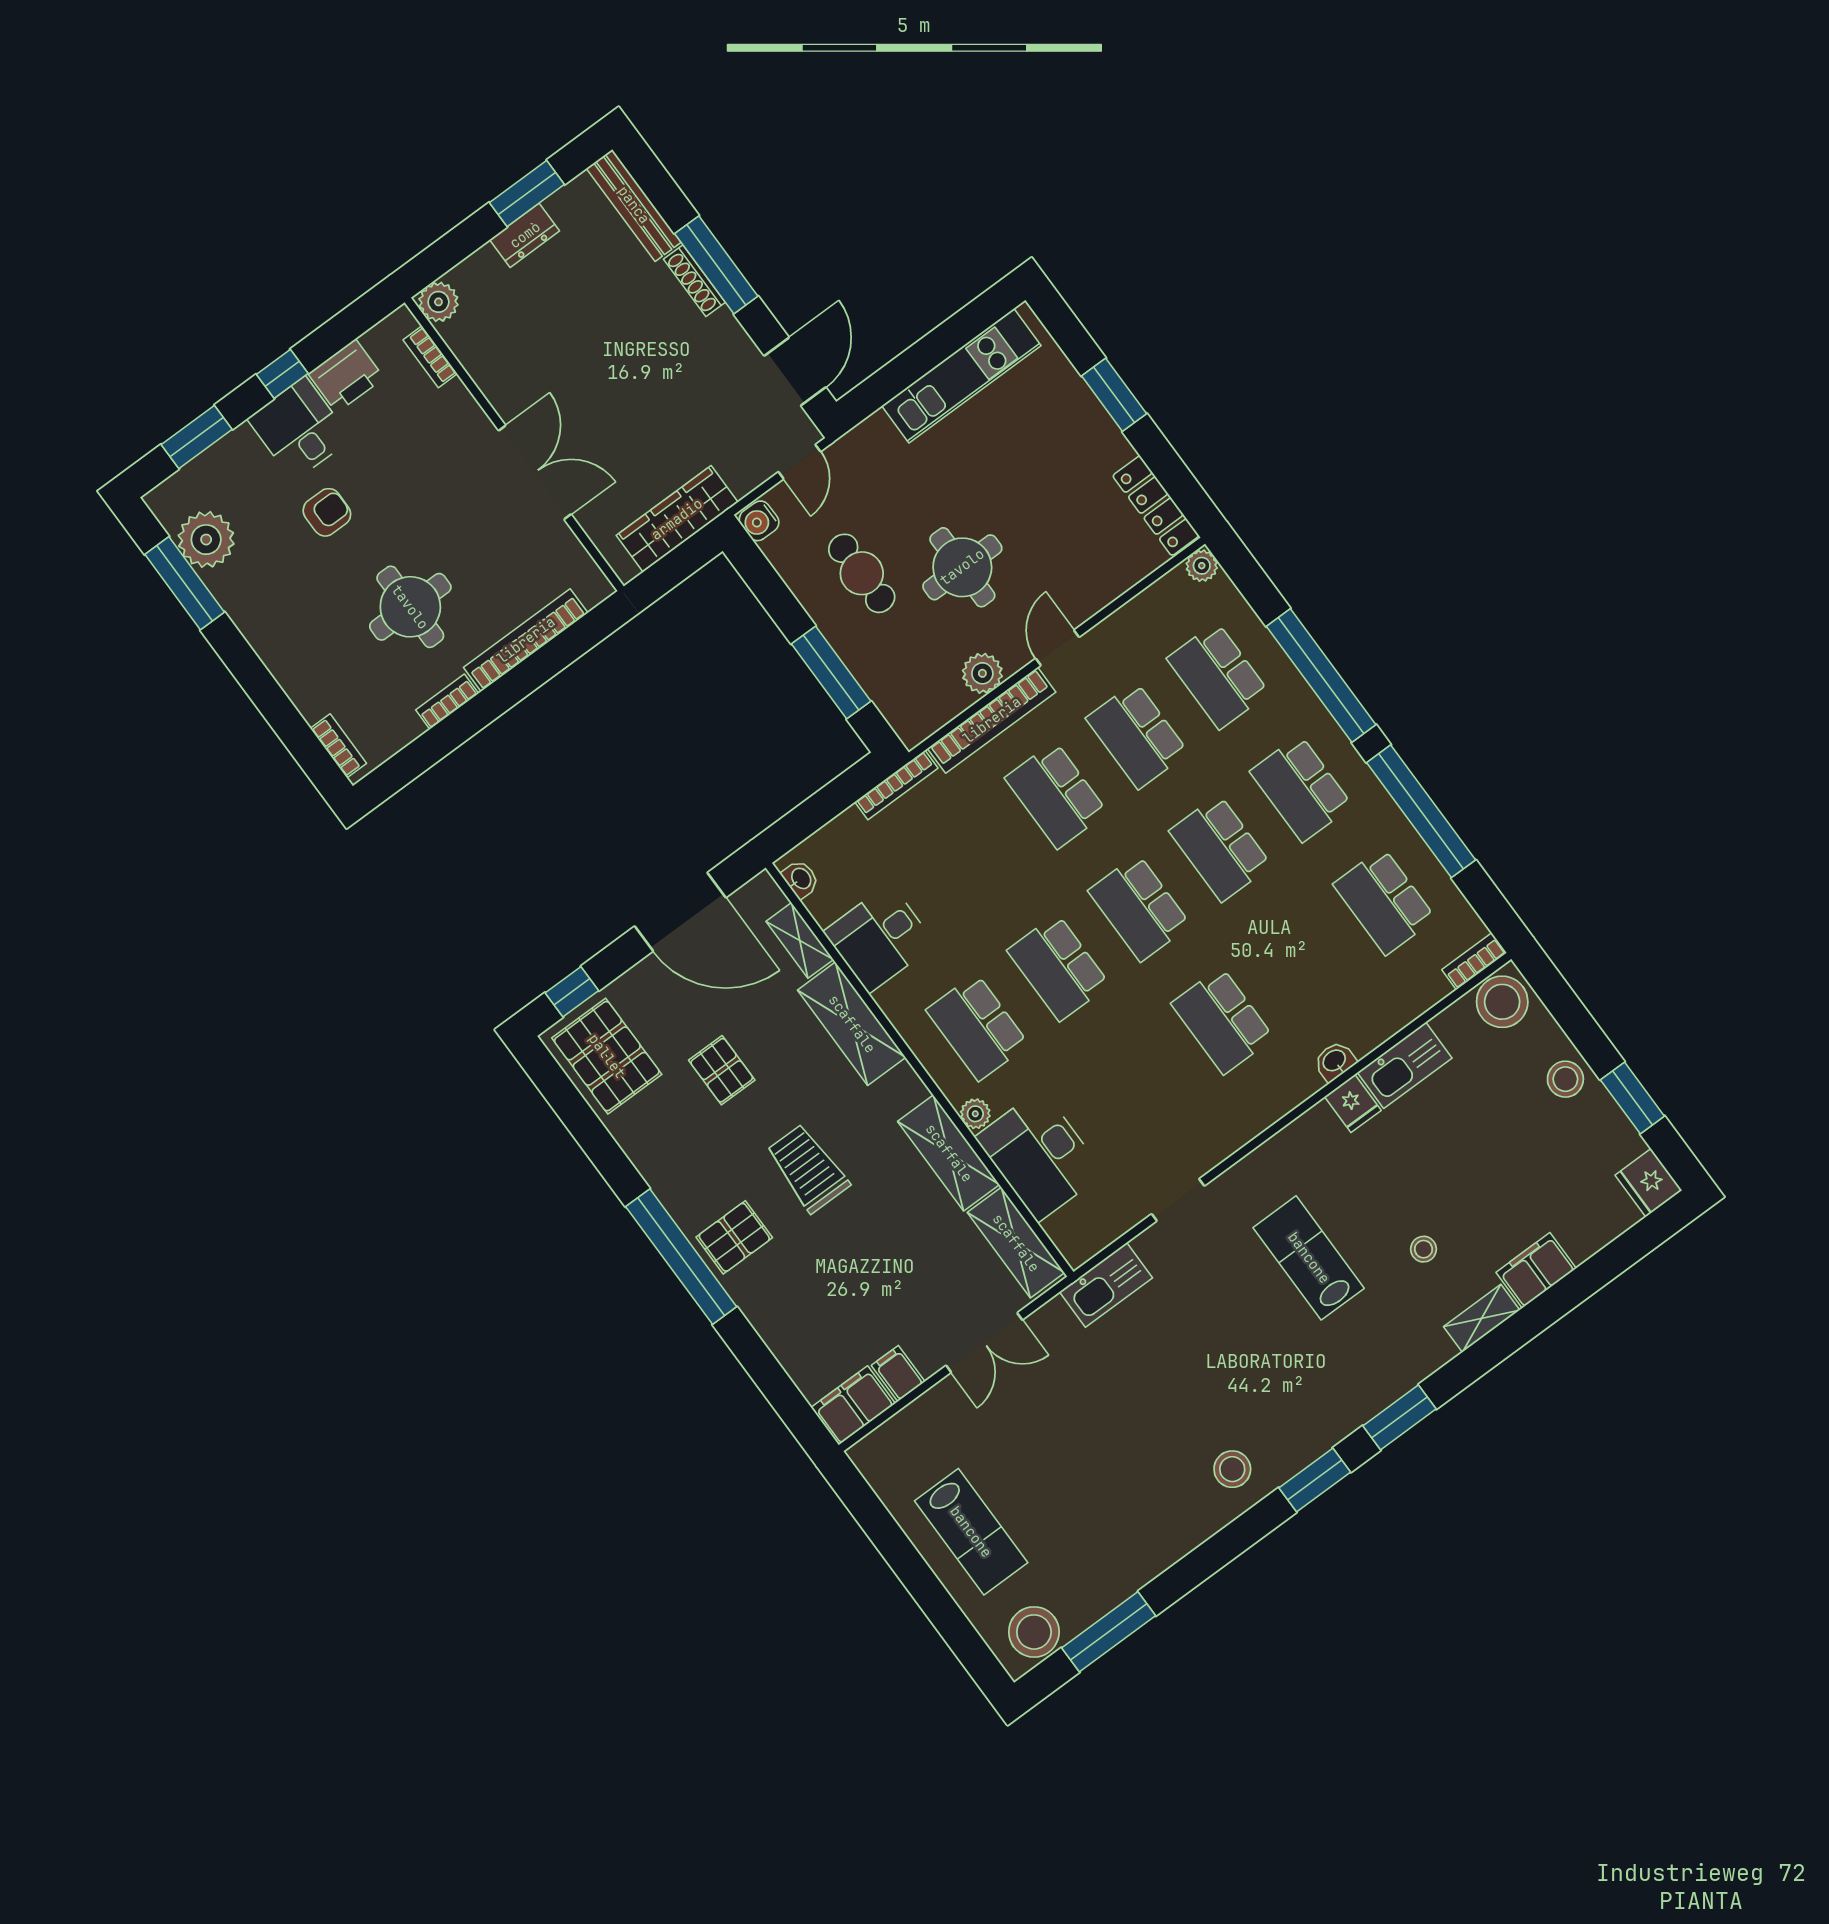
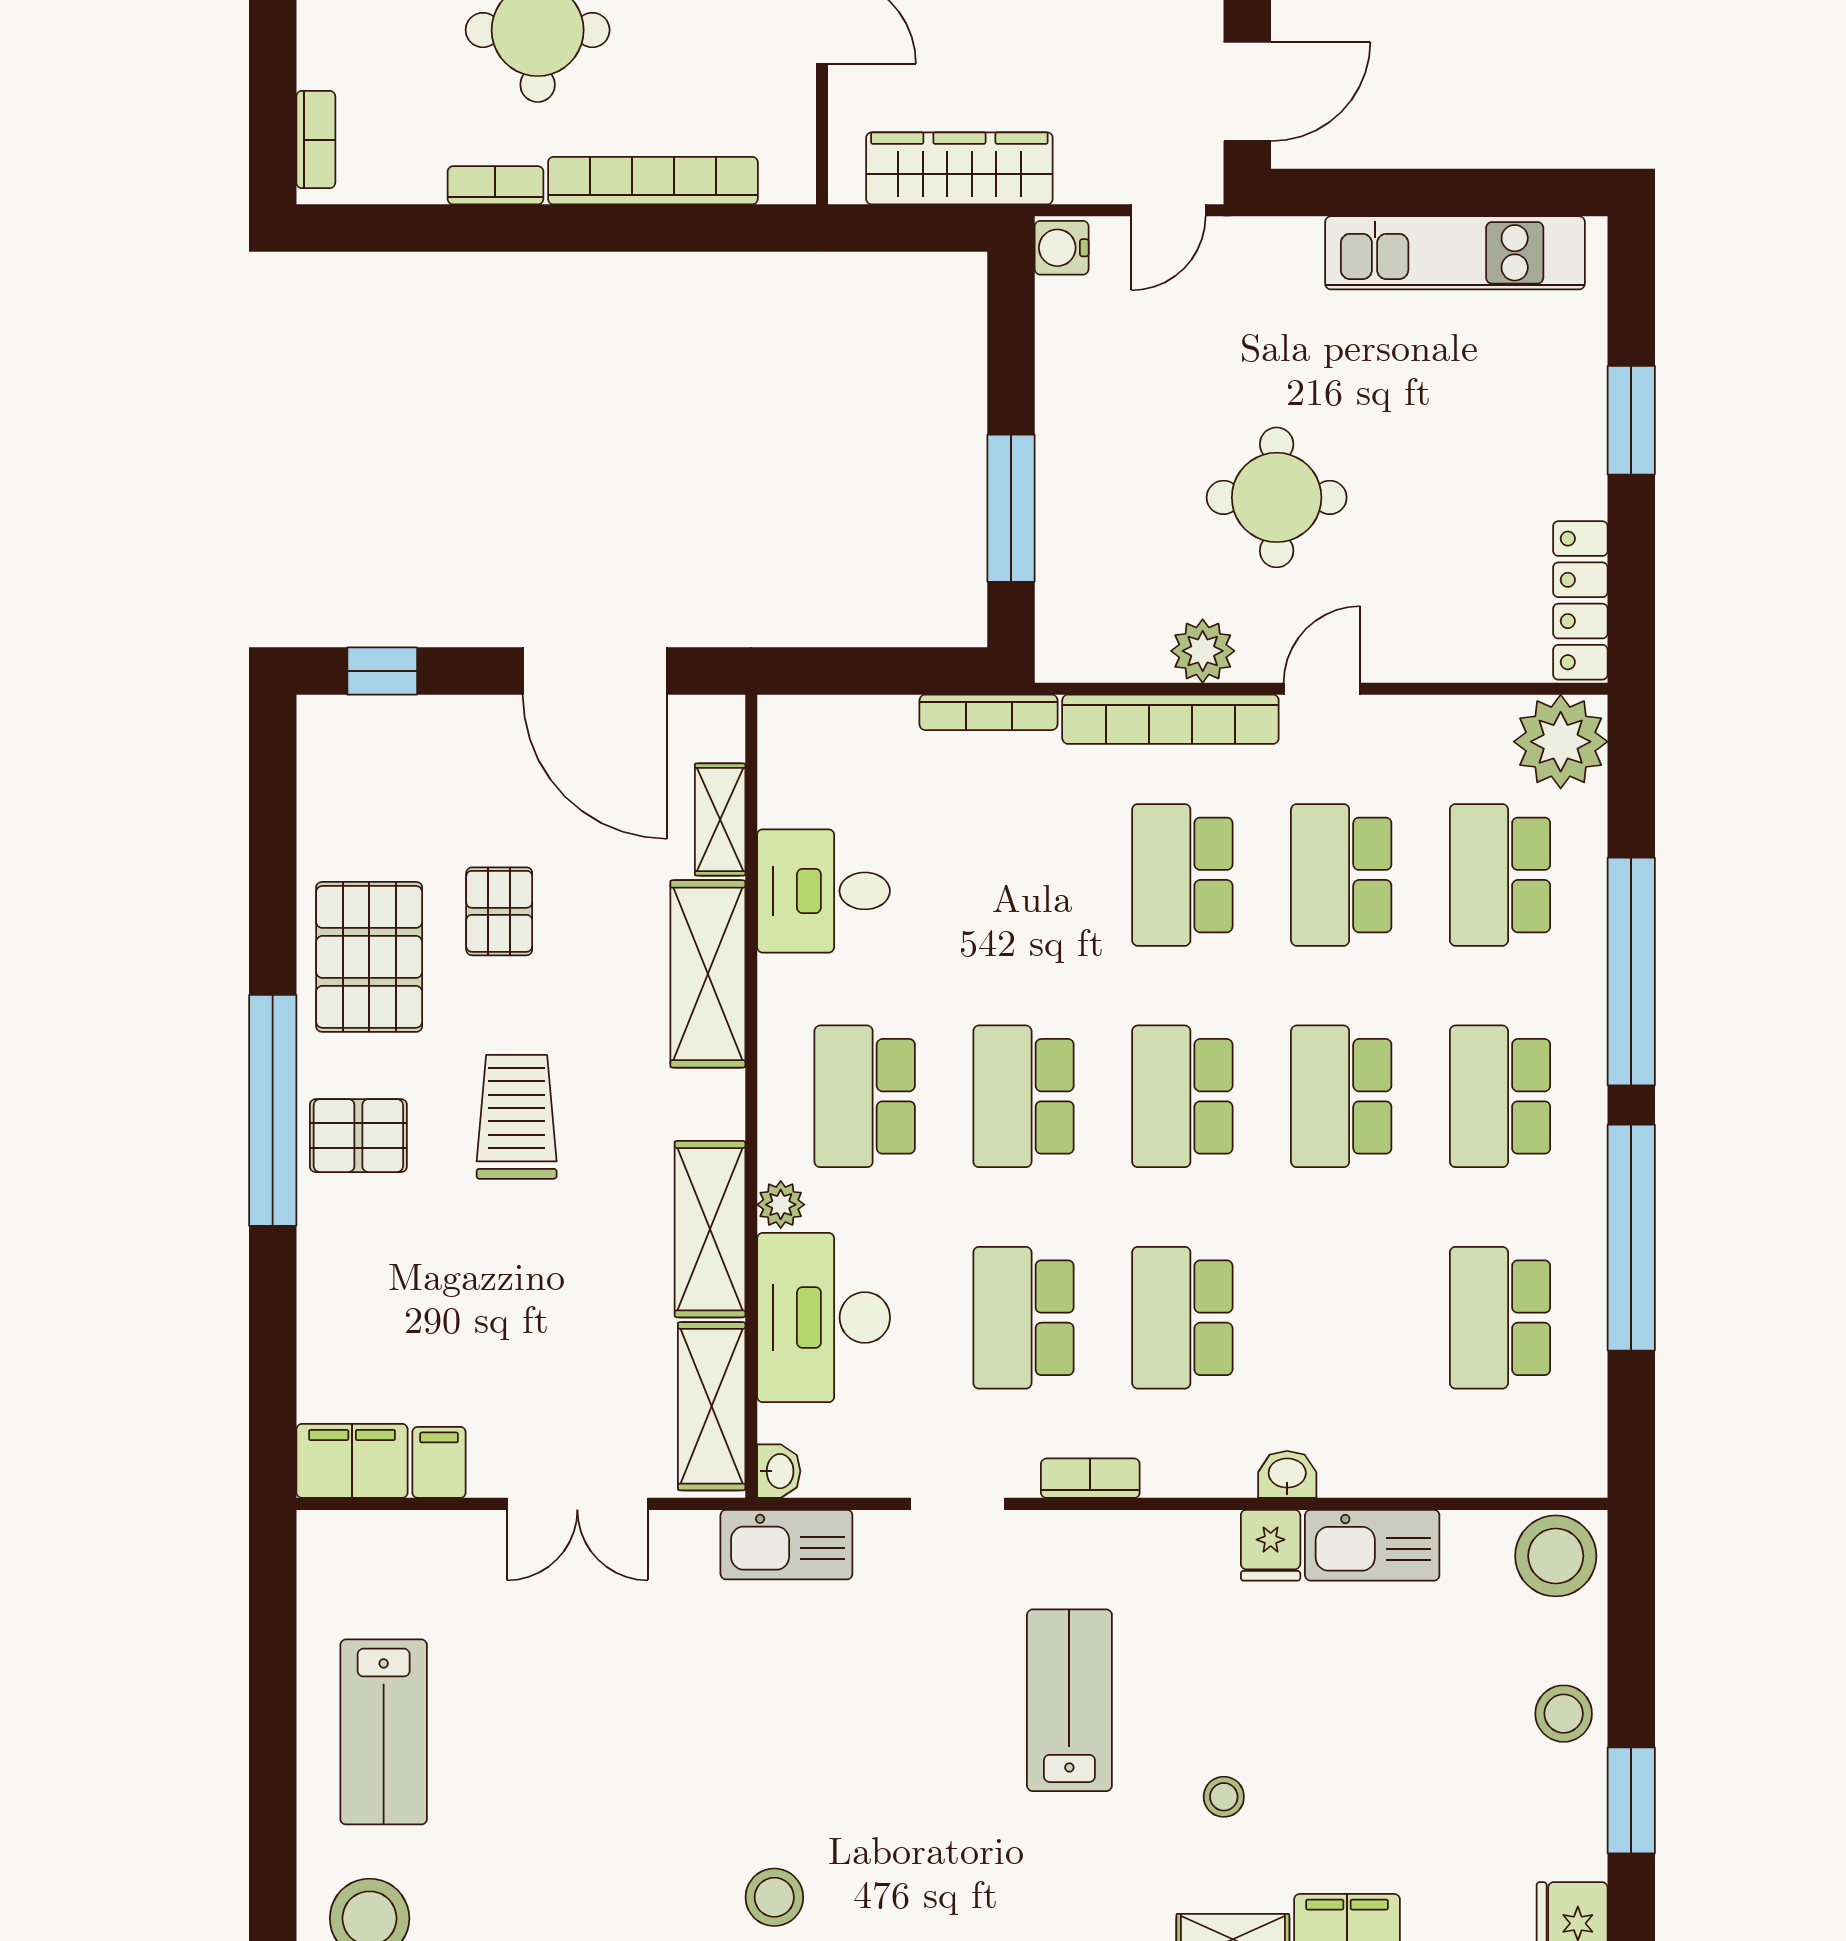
plant: (1202, 566) -> (1561, 742), width x1.87, depth x1.87
cafe table: (862, 573) -> (1143, 411), removed
washbasin: (801, 879) -> (779, 1471), moved
bookcase: (1474, 961) -> (1090, 1478), moved
pallet: (607, 1056) -> (369, 957), moved
school desk: (1142, 1080) -> (1024, 1318), added

